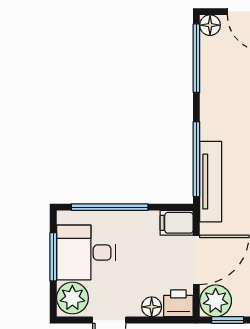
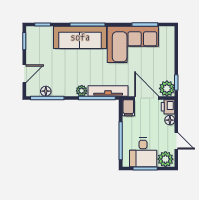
floor lamp: (210, 25) -> (46, 91), moved
plant: (211, 128) -> (82, 91), added

